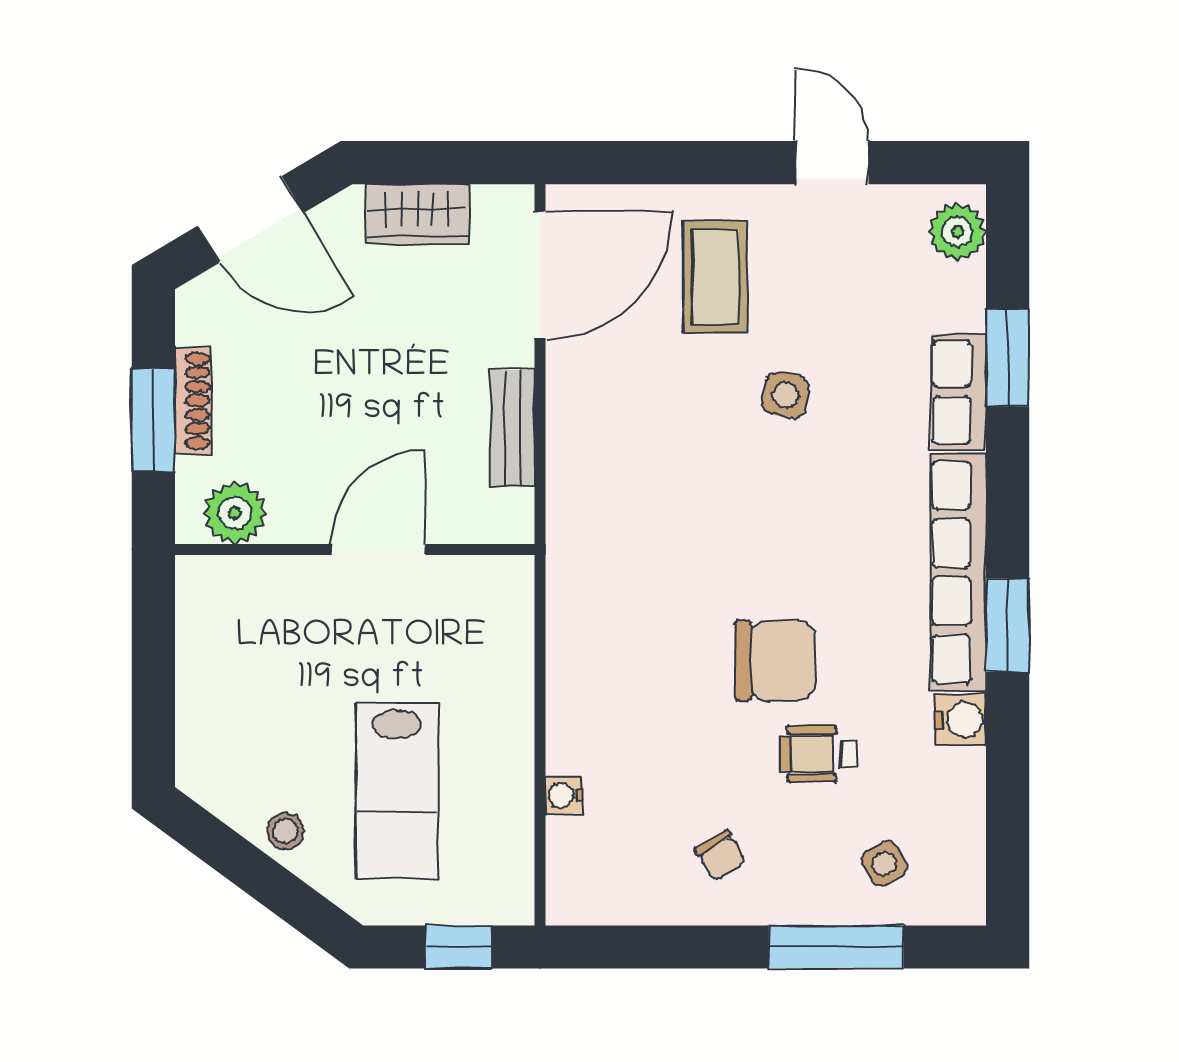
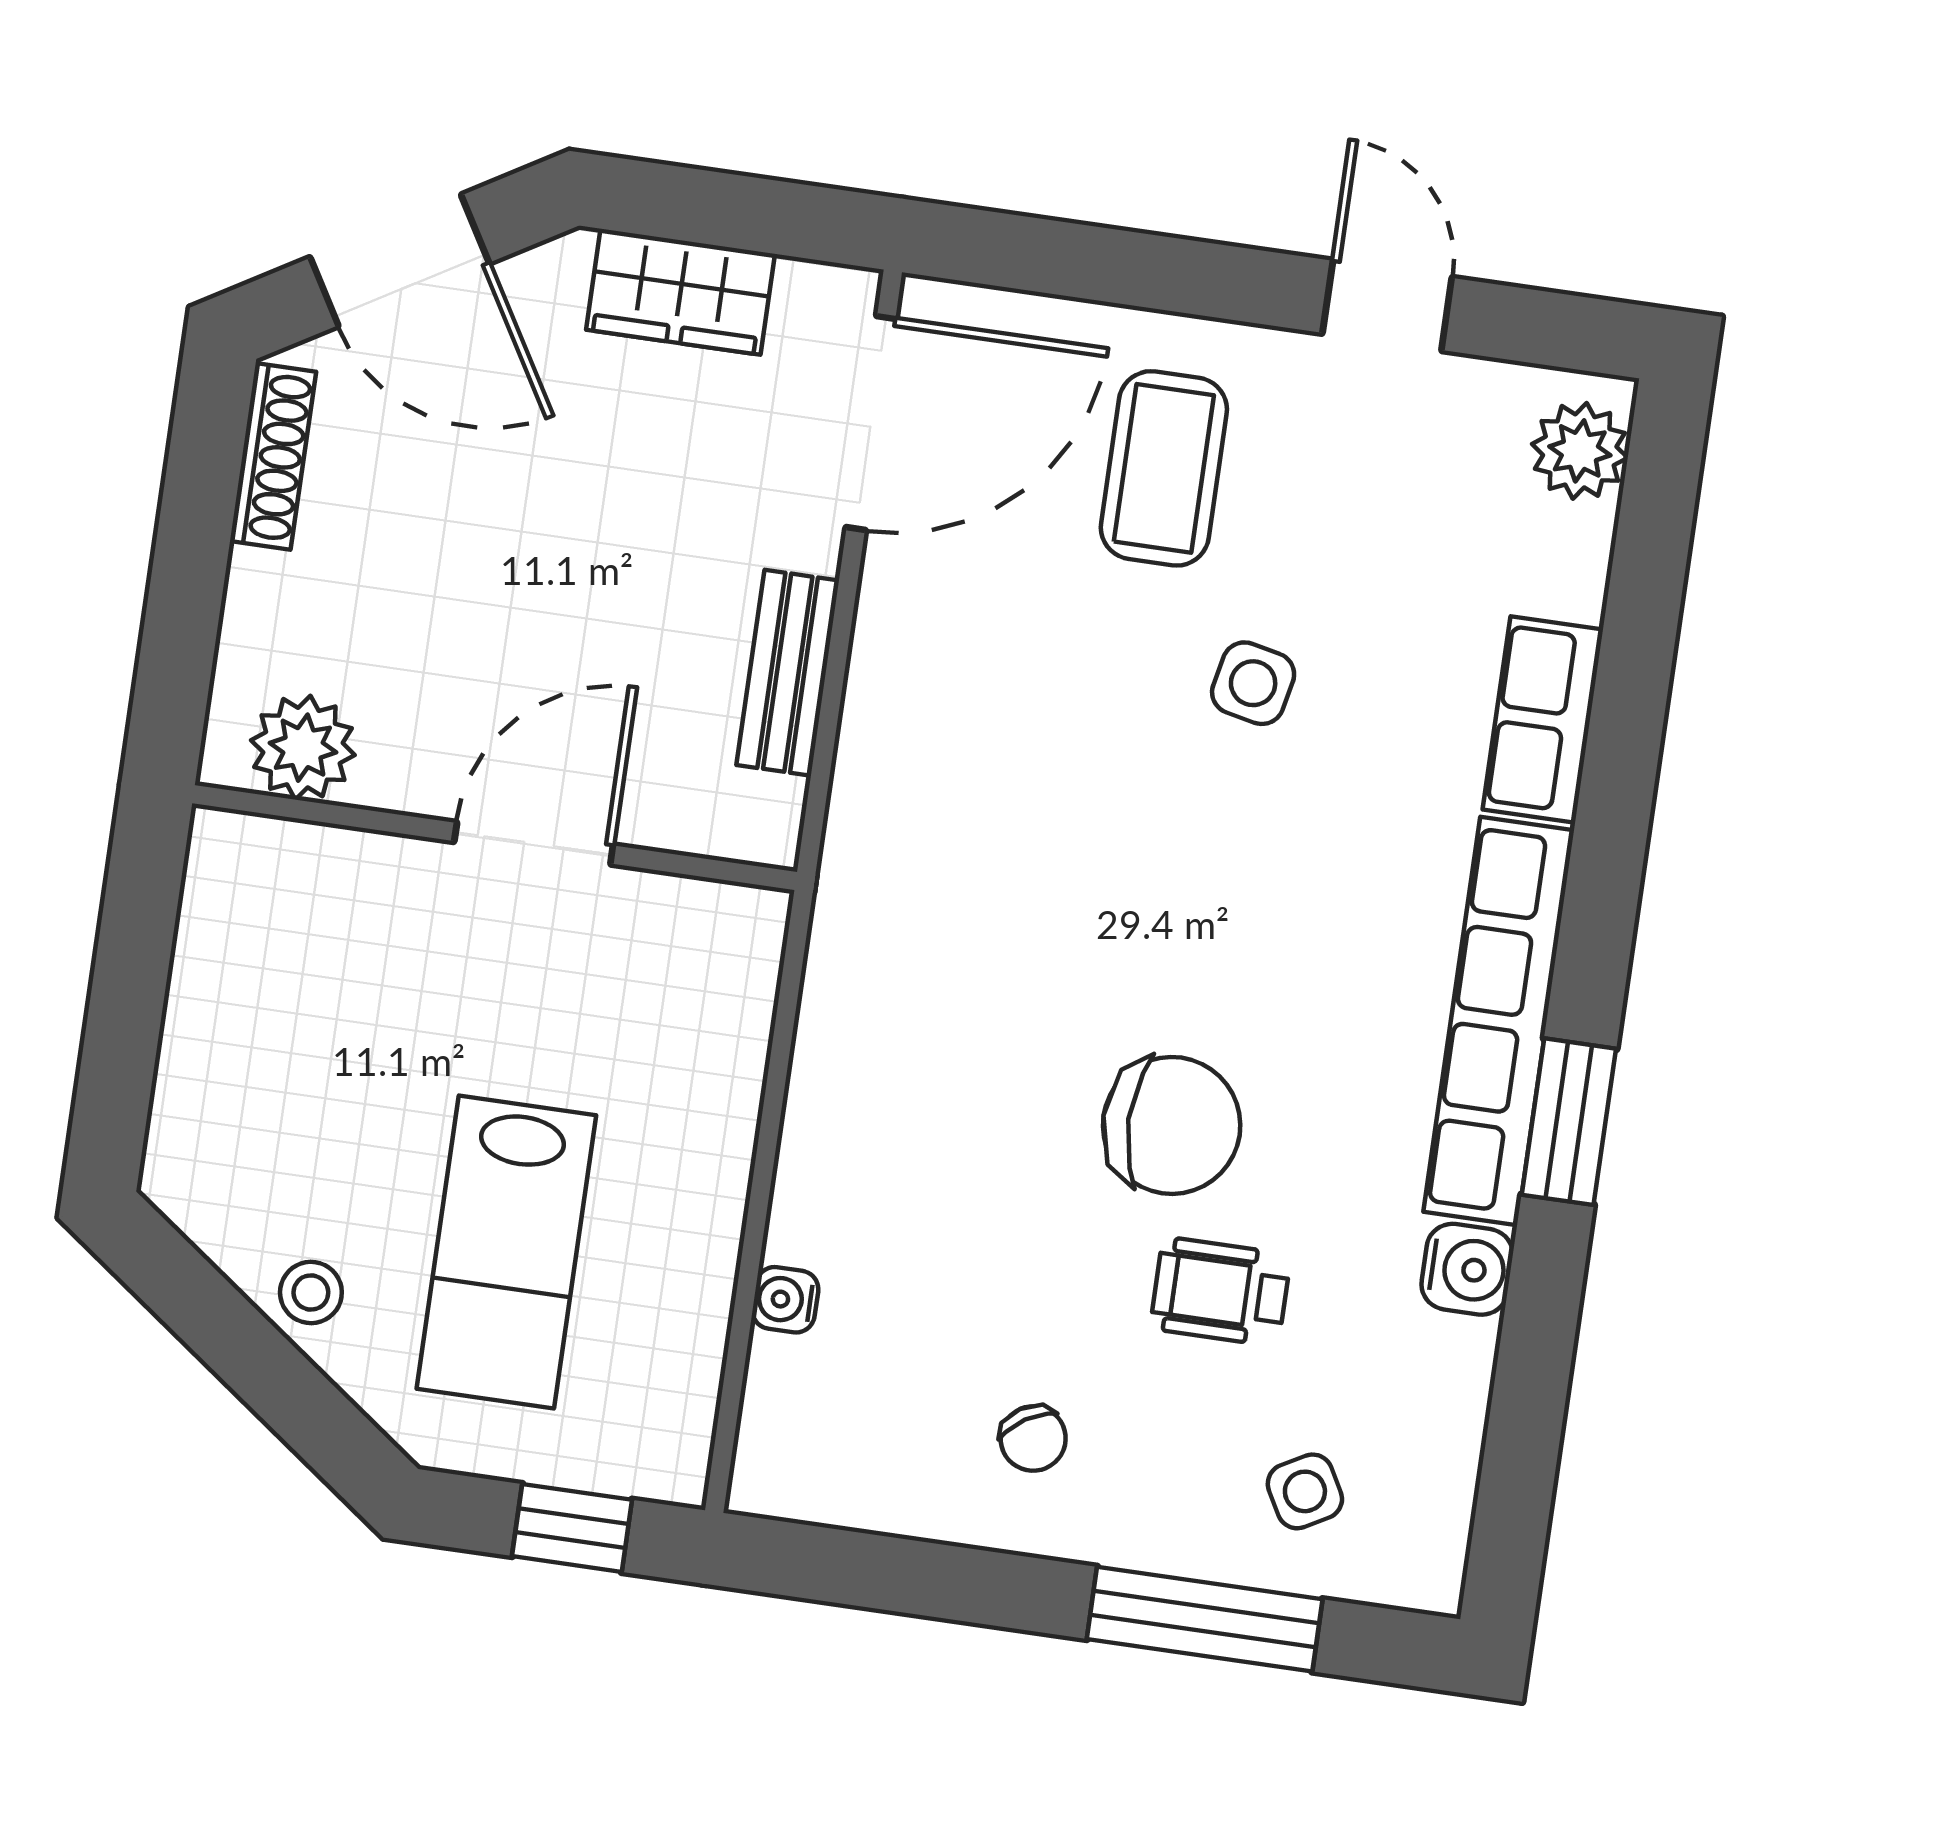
window: (1008, 358) -> (1633, 674), removed
shoe rack: (193, 401) -> (273, 456), moved
window: (153, 420) -> (189, 572), removed

